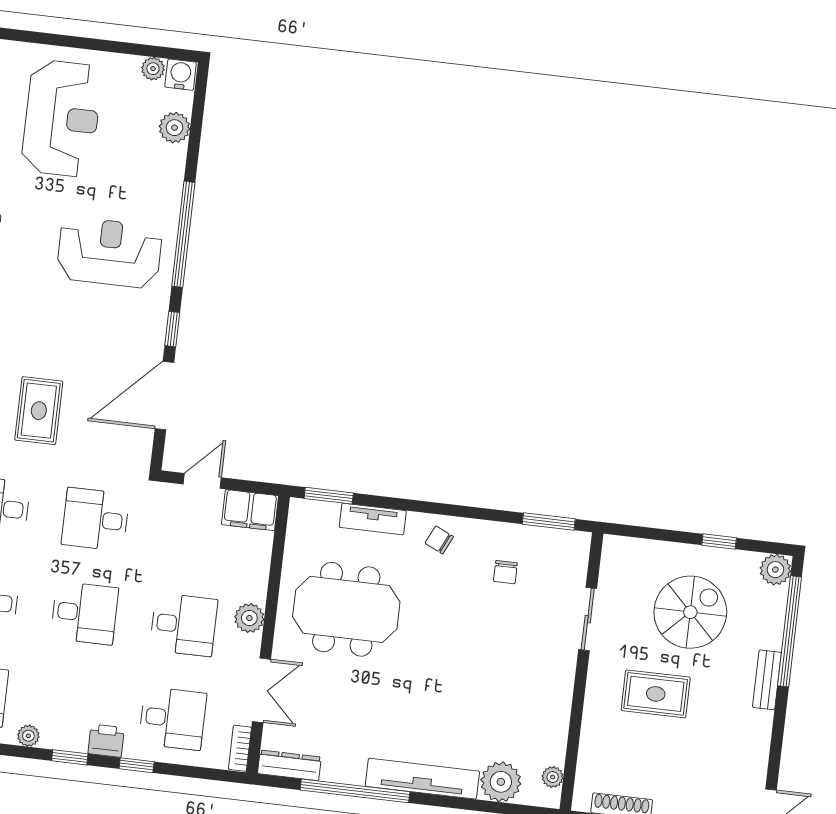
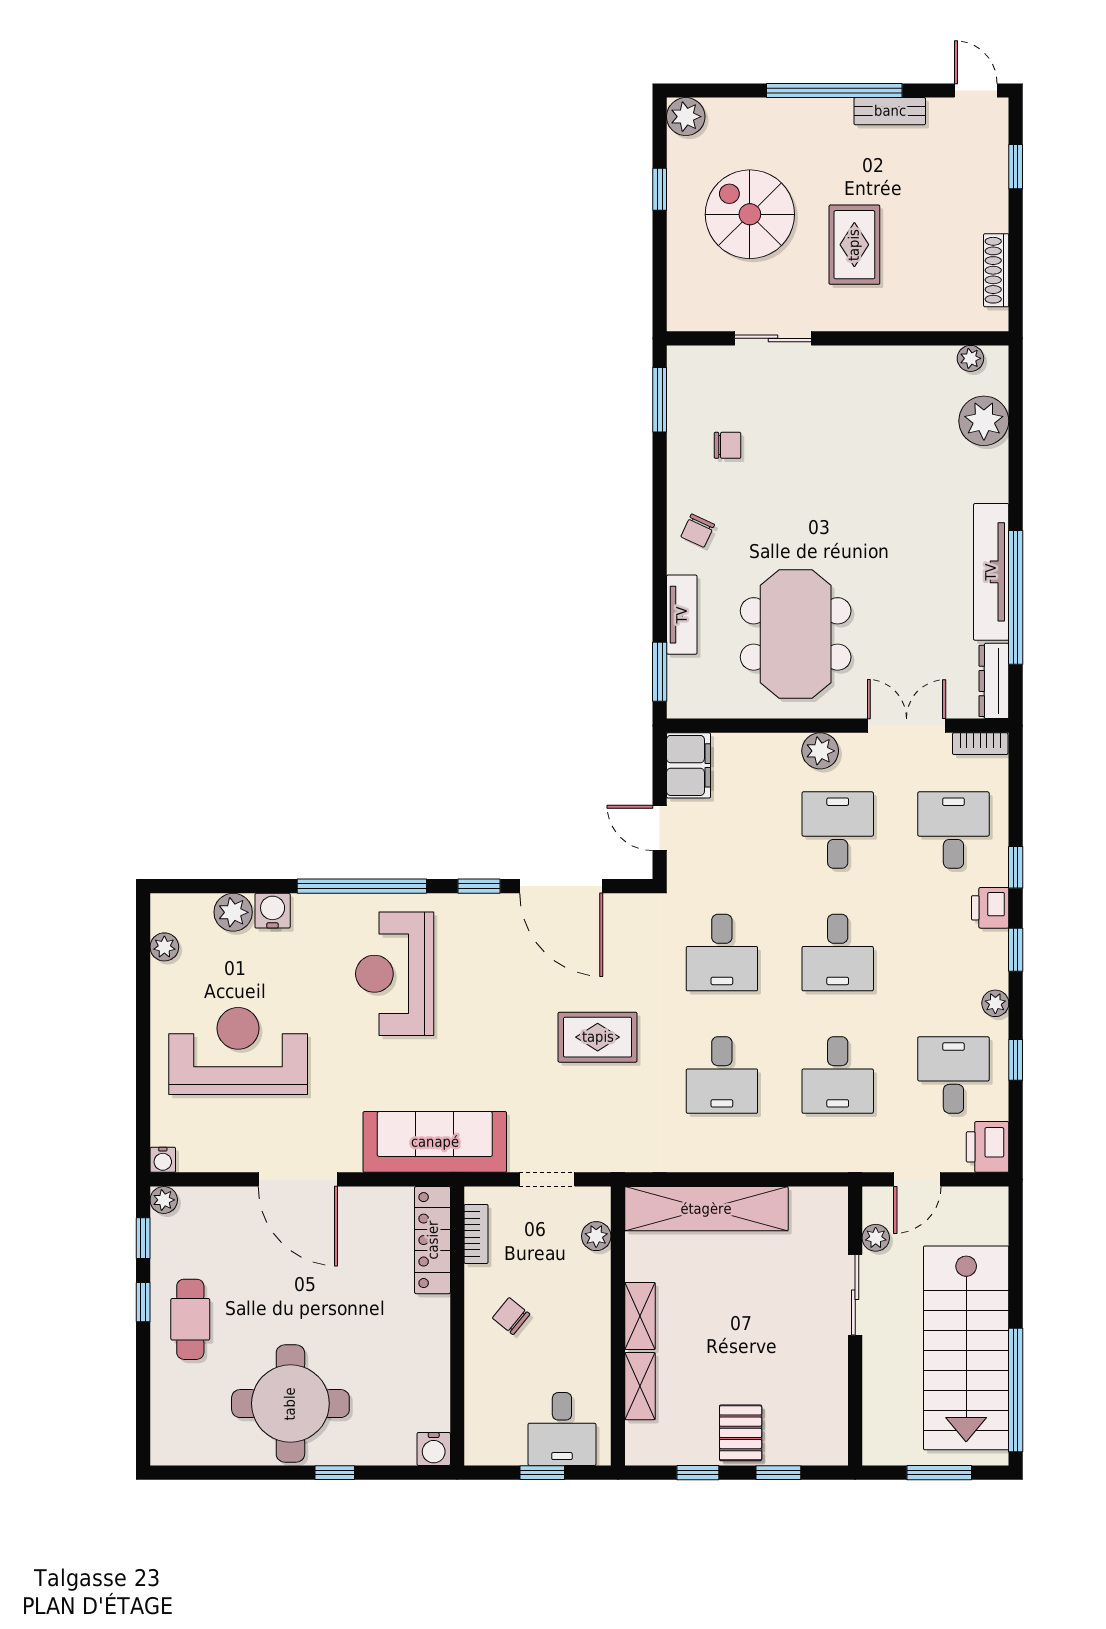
water cooler: (181, 75) -> (273, 911), moved, turned 90
desk: (84, 613) -> (838, 953), turned 180
window: (790, 631) -> (834, 91), moved
bench: (767, 680) -> (890, 111), moved
tv unit: (422, 779) -> (991, 572), moved

